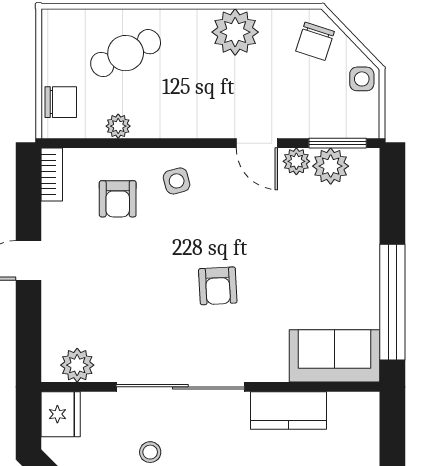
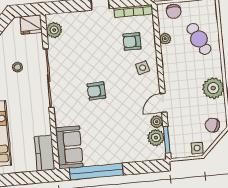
bookcase: (52, 174) -> (133, 11), width x1.56
kitchen counter: (288, 410) -> (45, 153), moved

